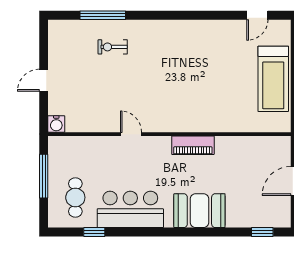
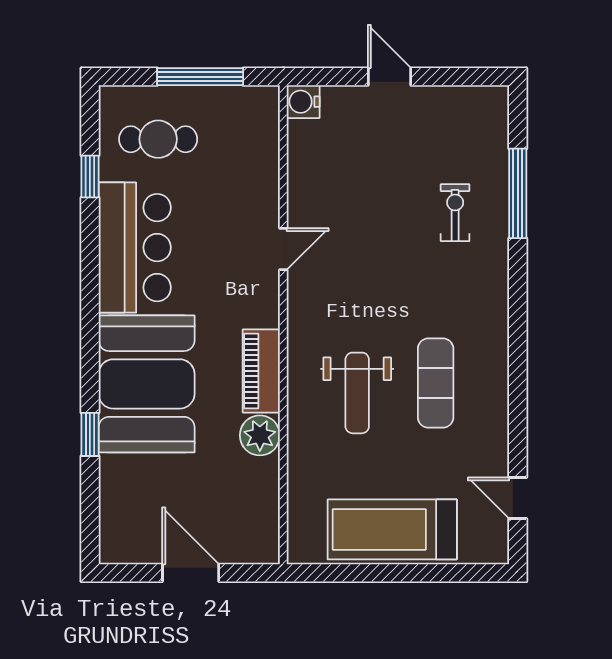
exercise mat: (199, 57) -> (436, 383), added
weight bench: (204, 97) -> (357, 393), added
plant: (226, 146) -> (260, 435), added
booth: (199, 211) -> (147, 384), width x1.36, depth x1.42
window: (262, 232) -> (90, 434), moved

